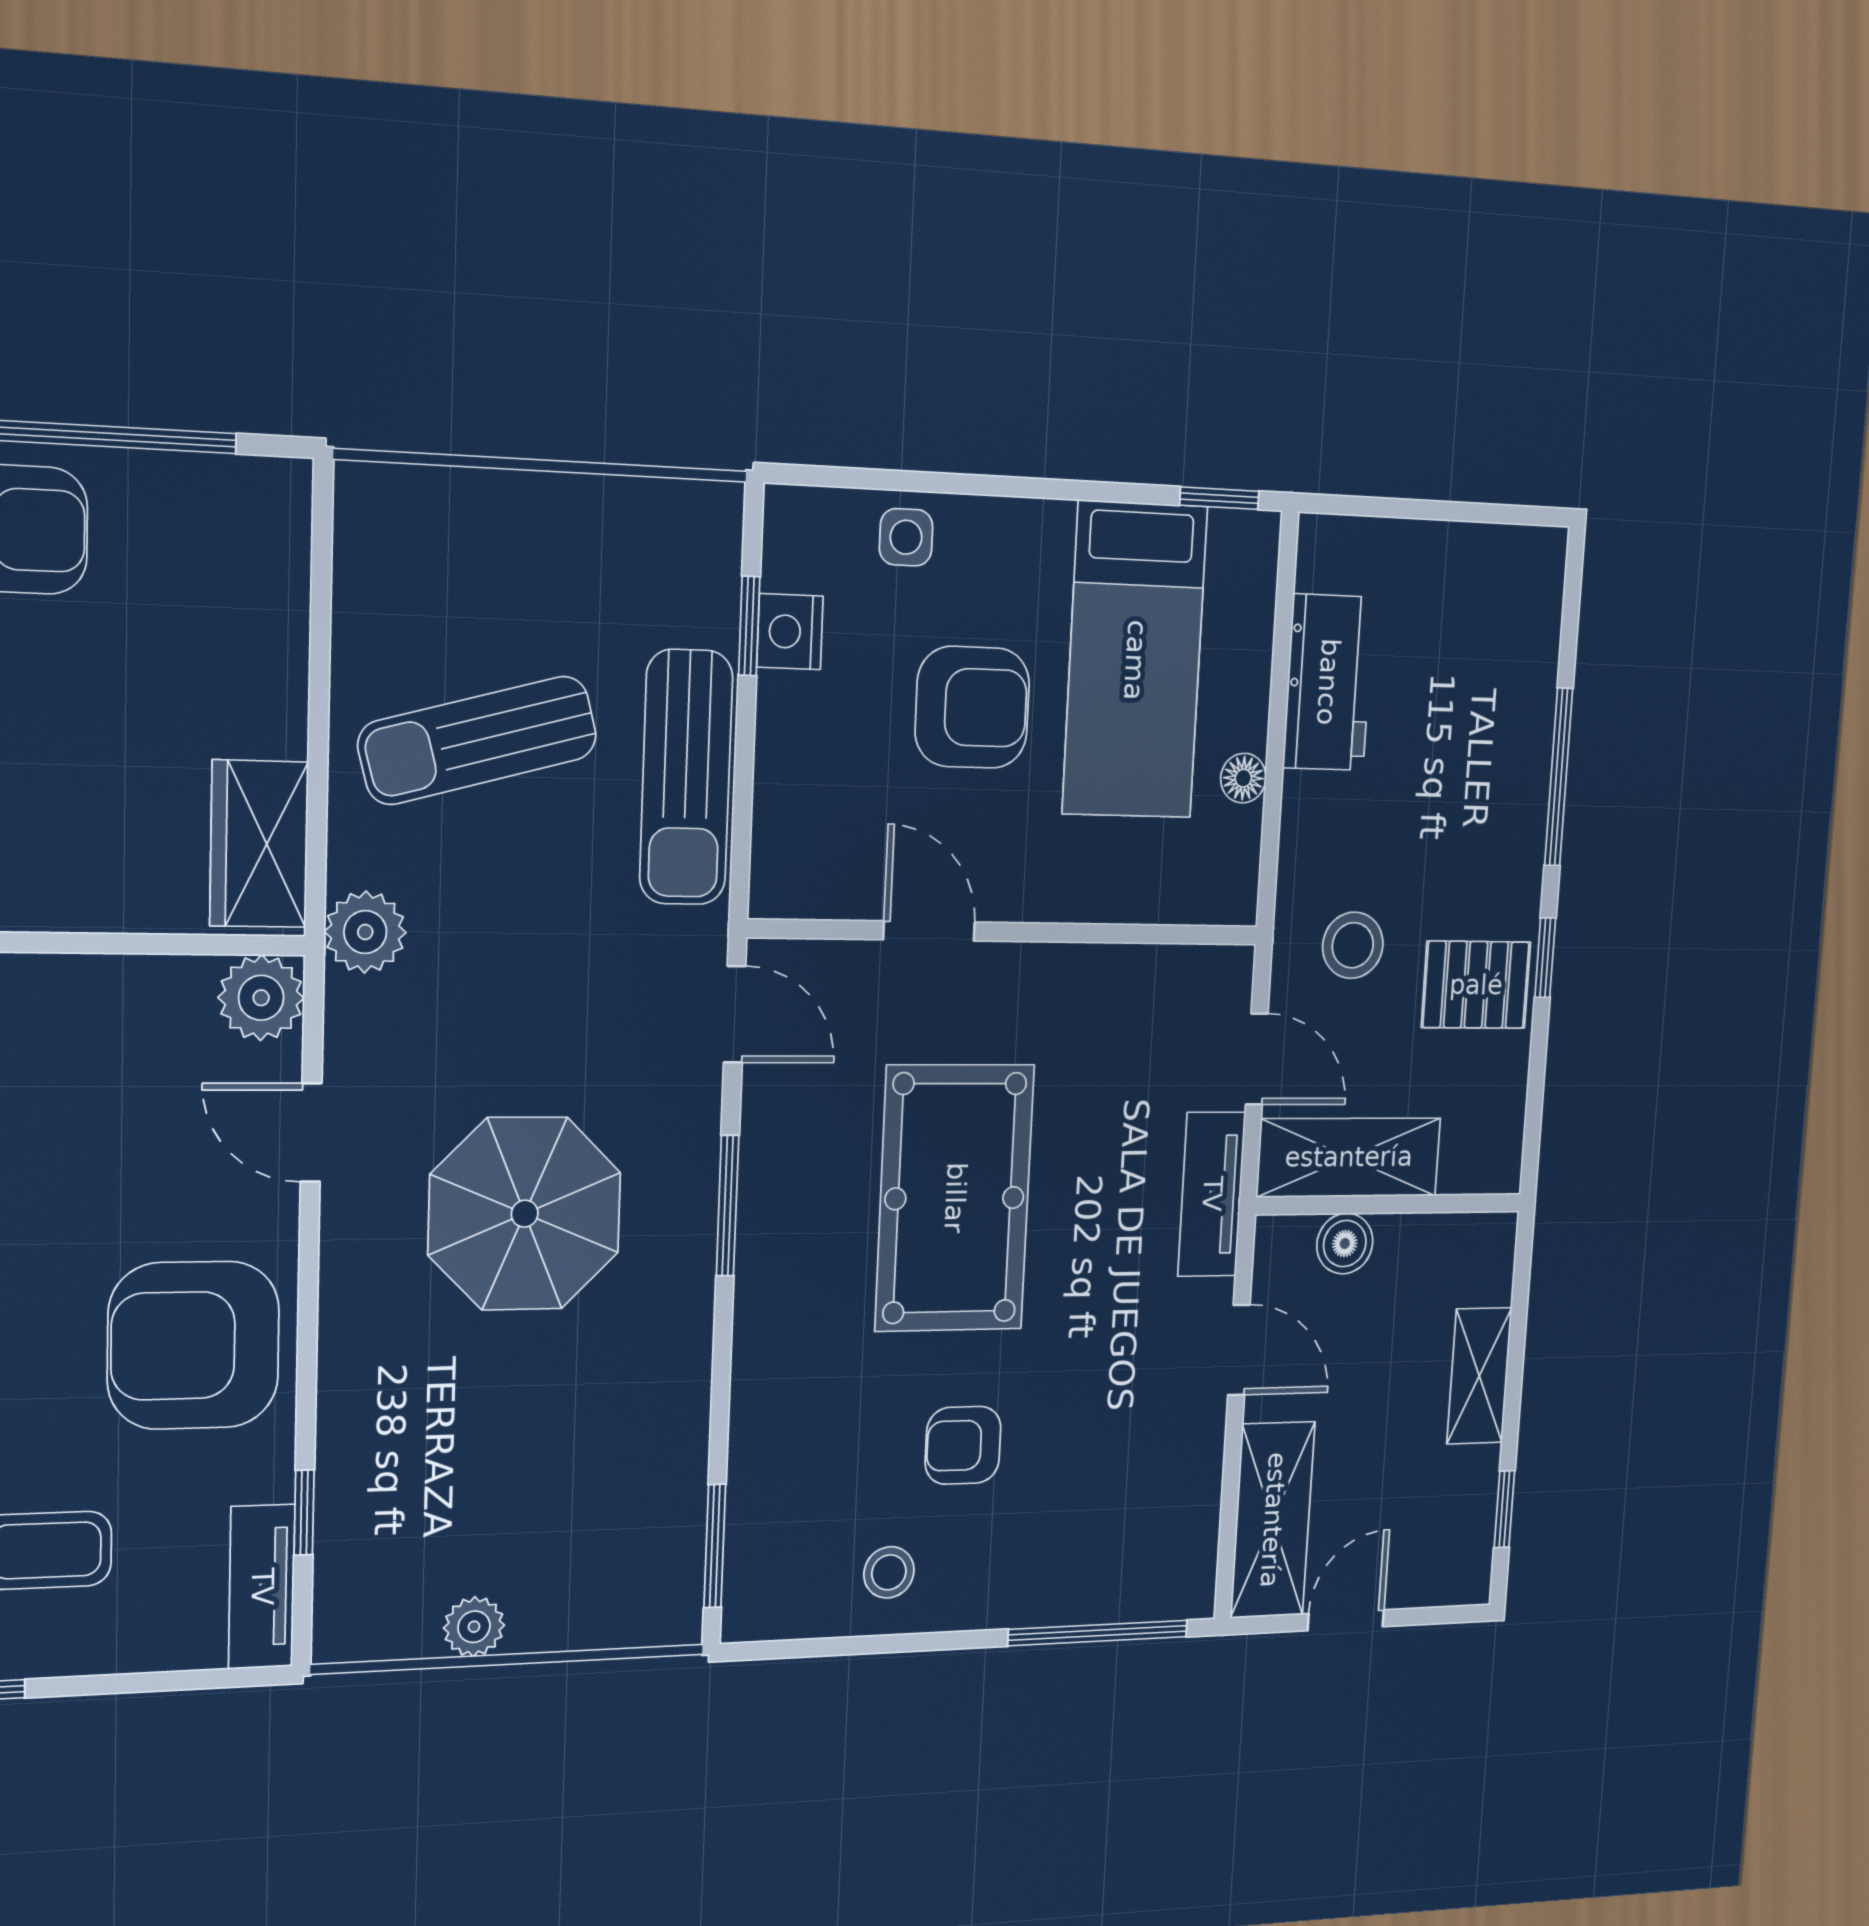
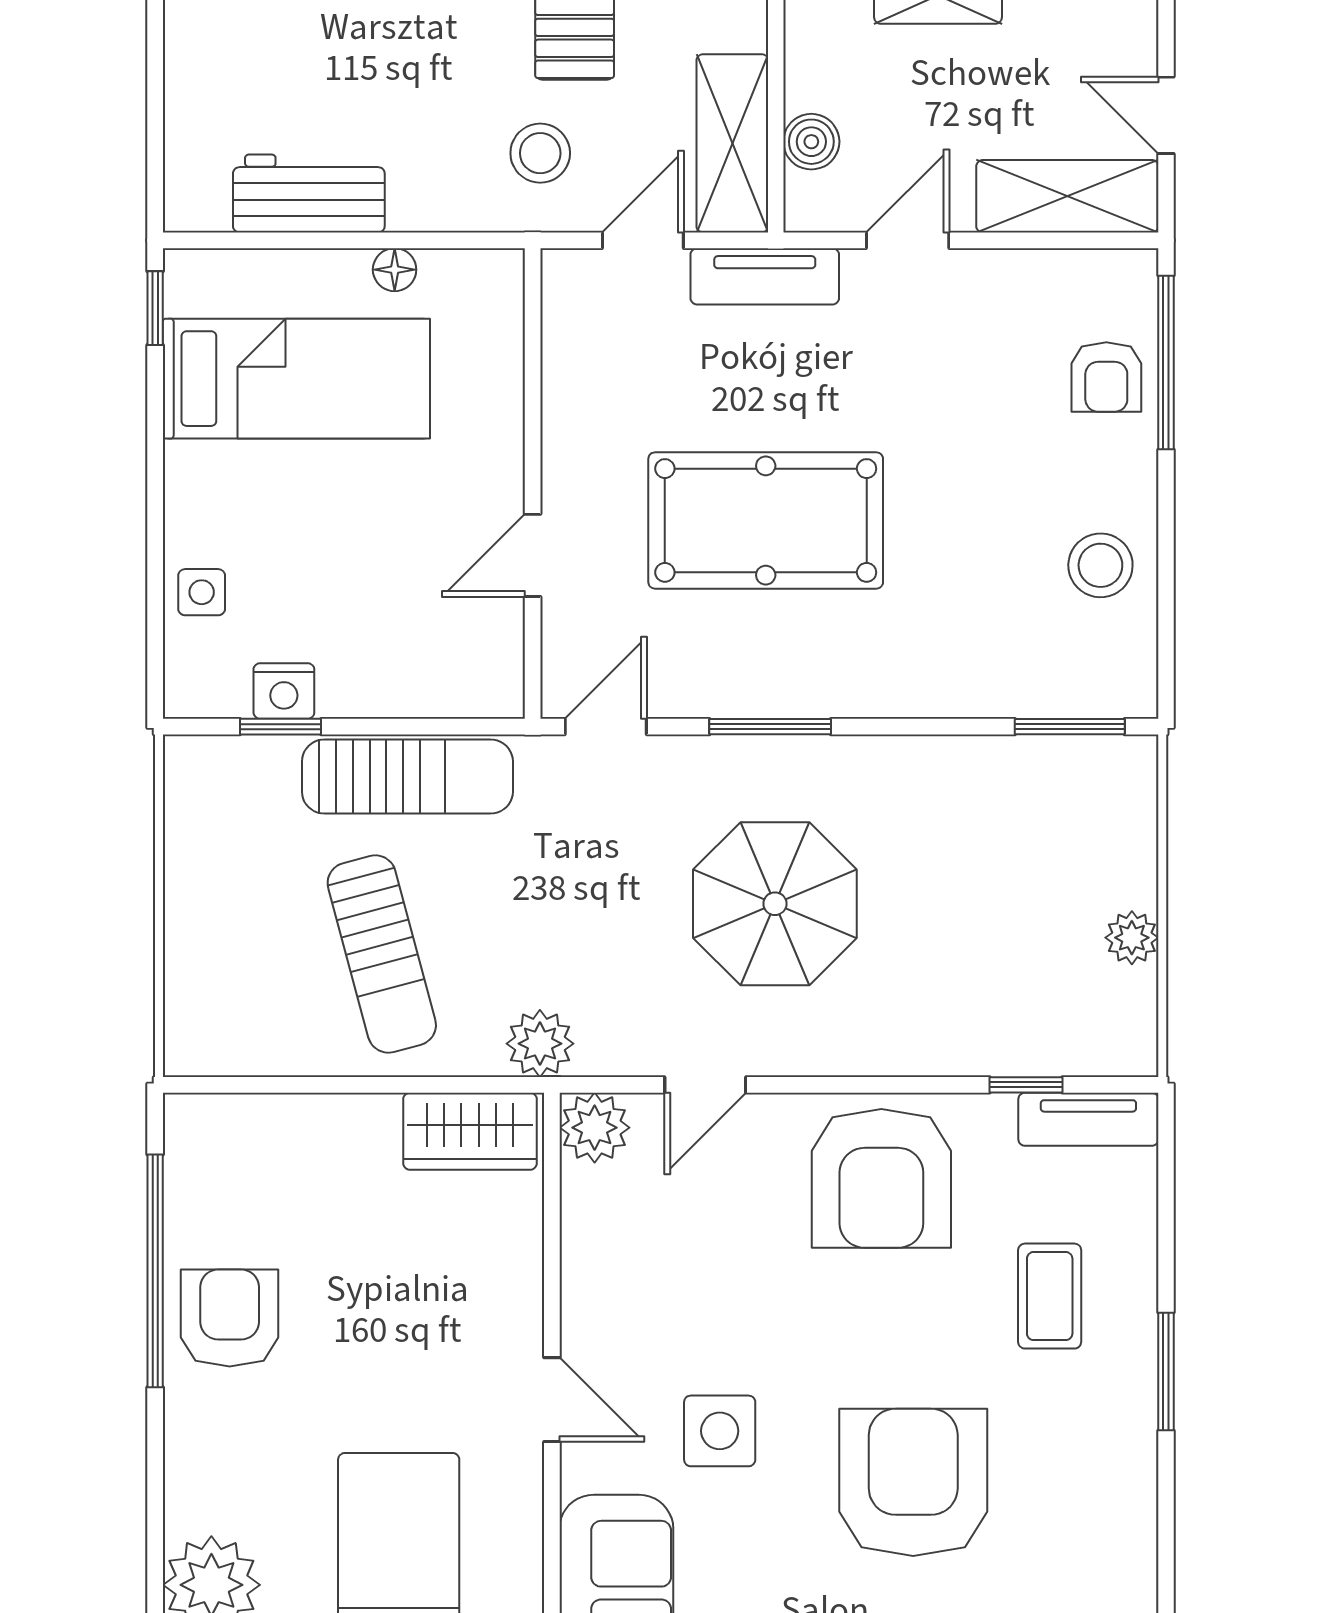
armchair: (972, 707) -> (341, 526), removed
armchair: (963, 1445) -> (1106, 377), moved
stool: (889, 1572) -> (1100, 565), width x1.37, depth x1.37

